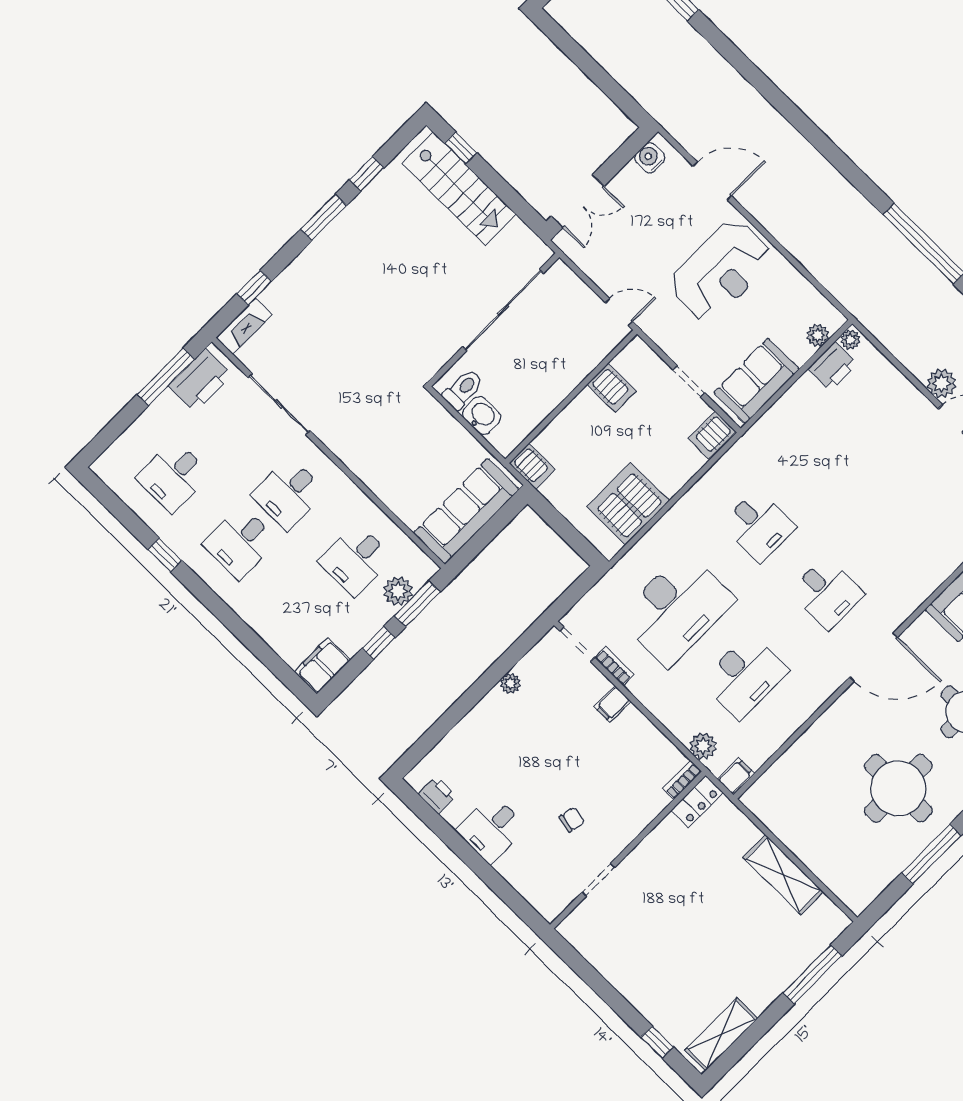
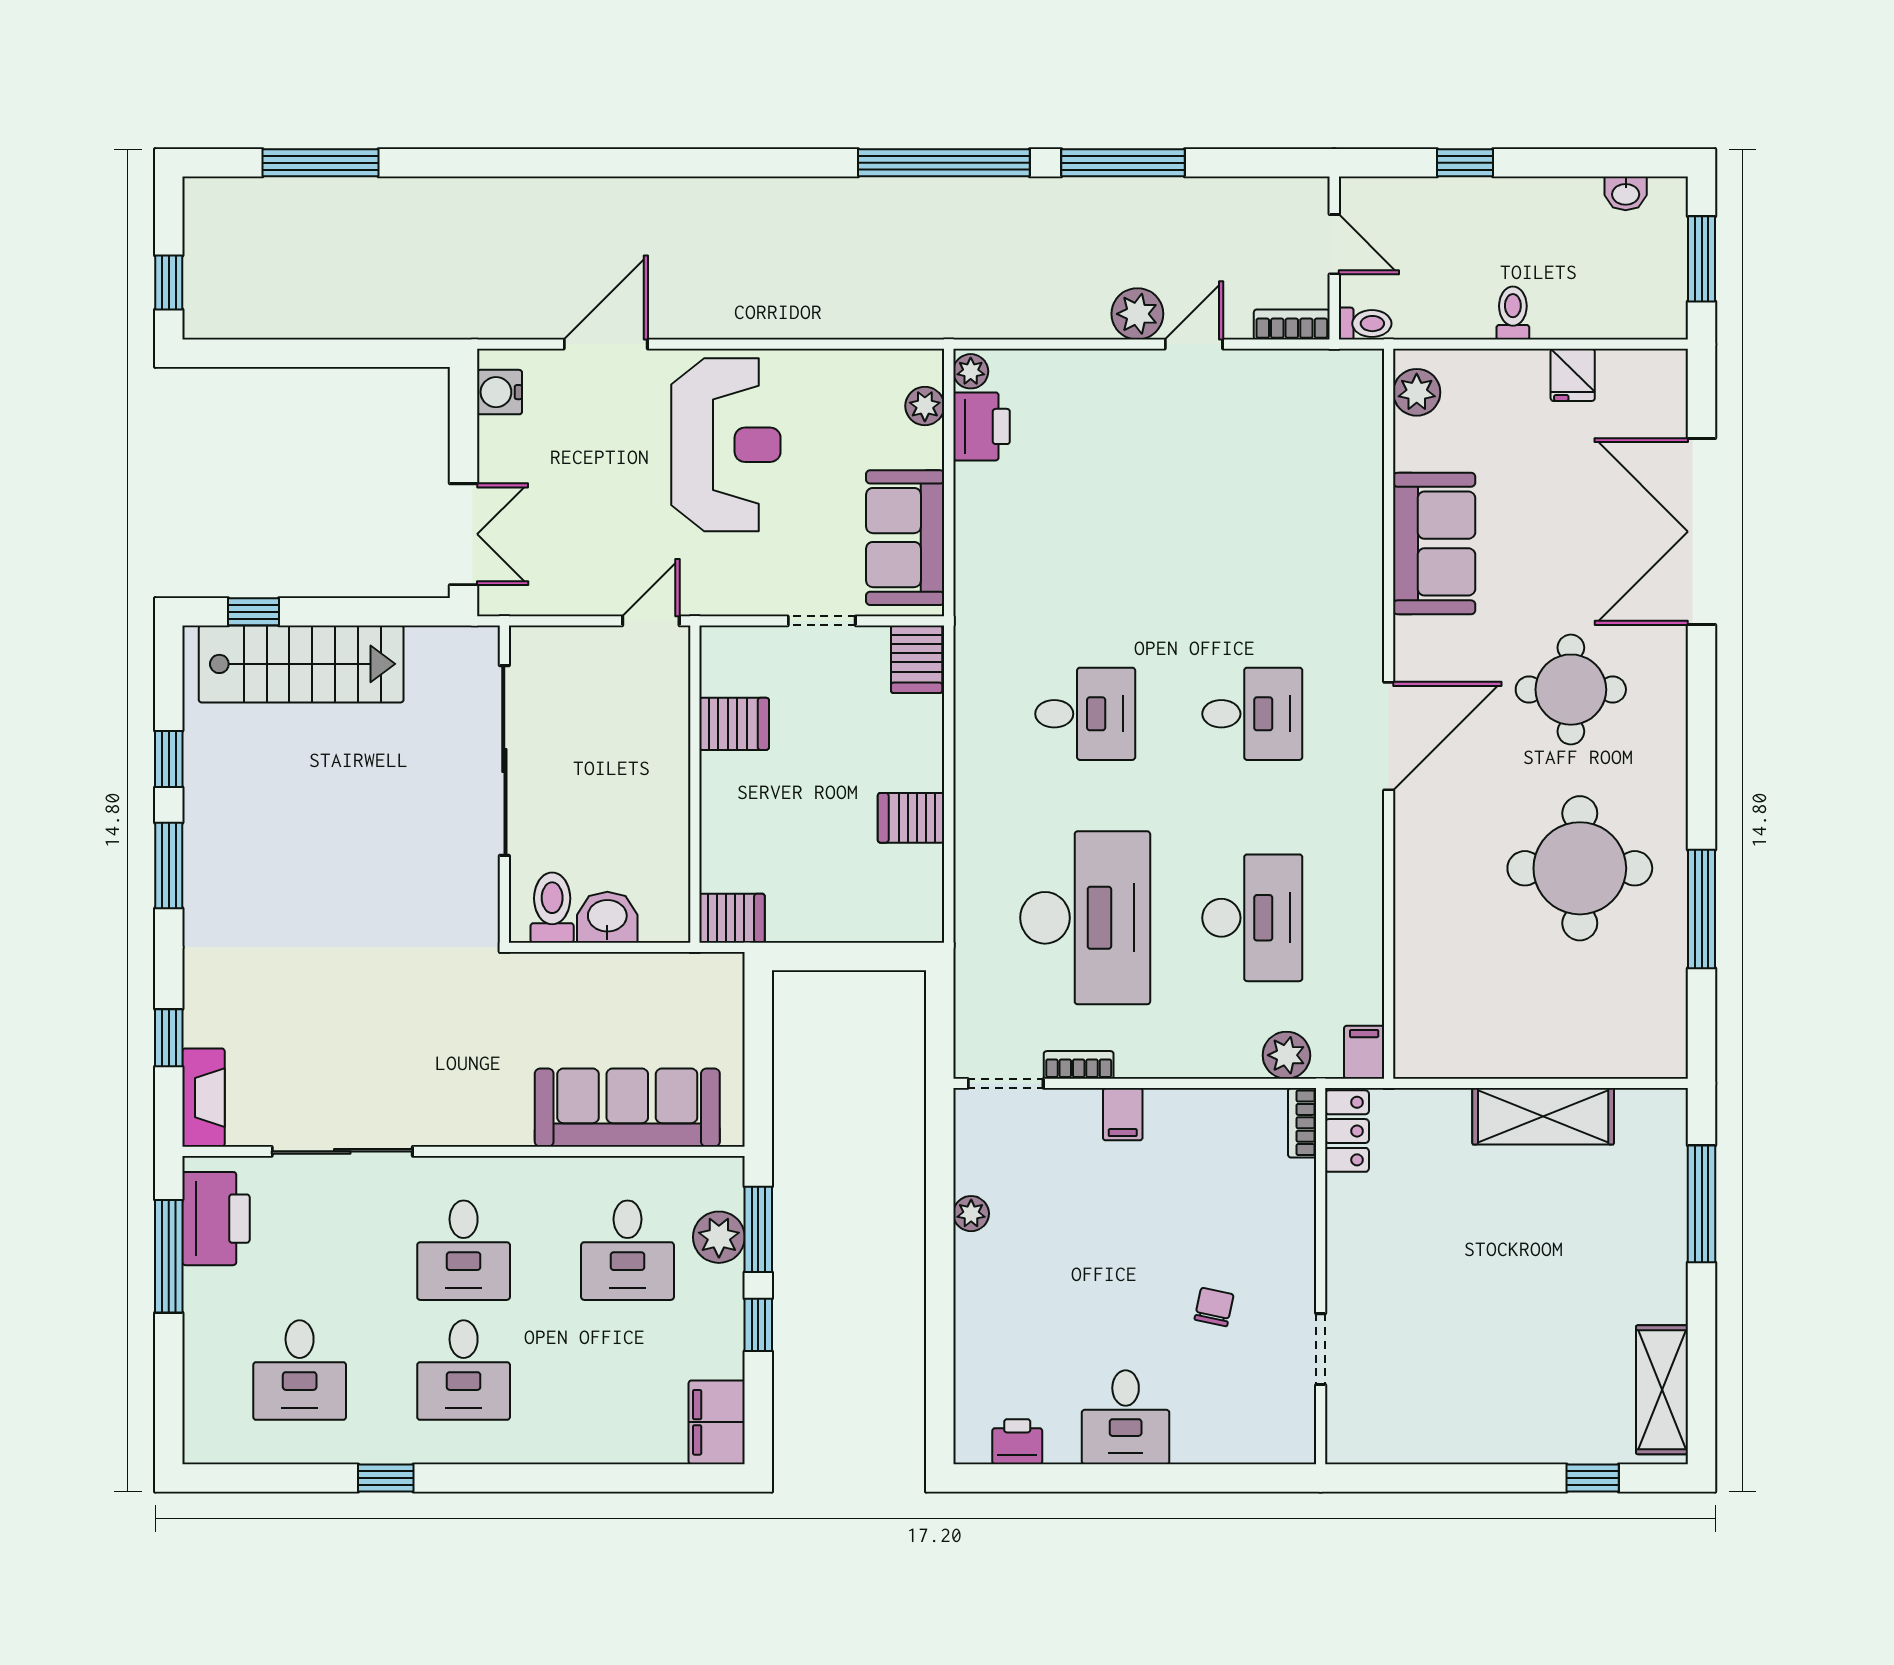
server rack: (628, 504) -> (911, 818), width x0.46, depth x0.70
sofa: (466, 511) -> (627, 1108), moved, turned 90

